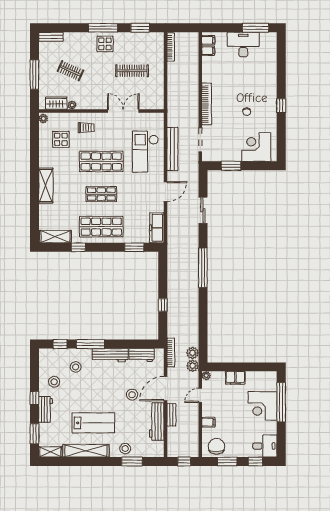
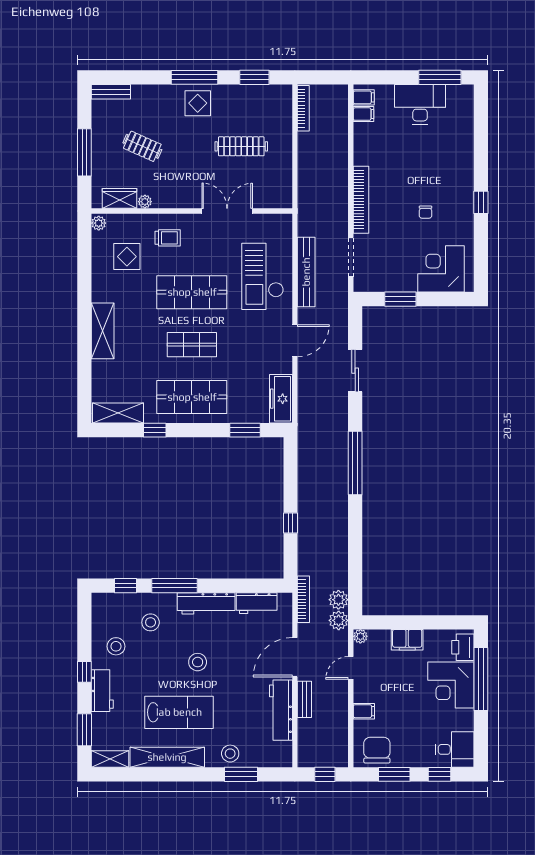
printer: (270, 382) -> (463, 647), added
stool: (132, 395) -> (198, 662), moved

